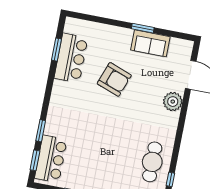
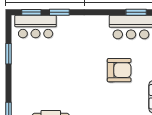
armchair: (114, 79) -> (119, 70), turned -110

